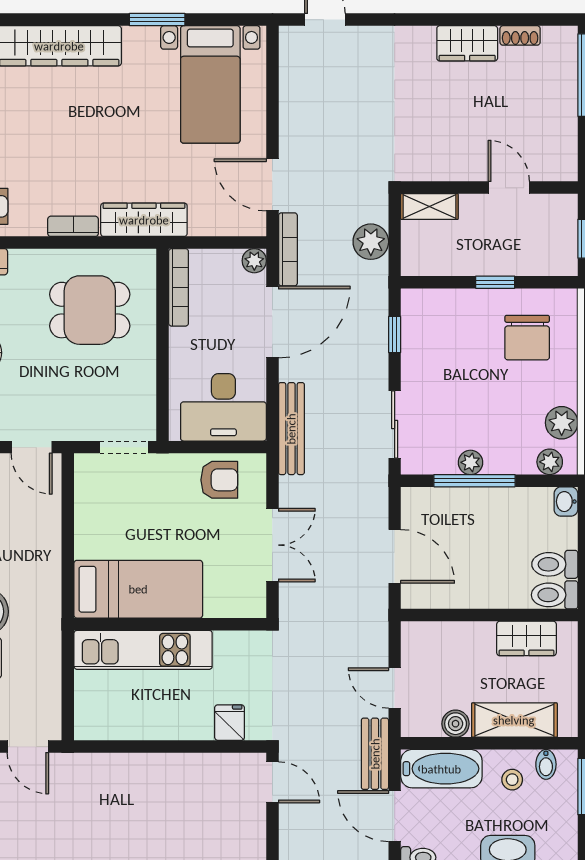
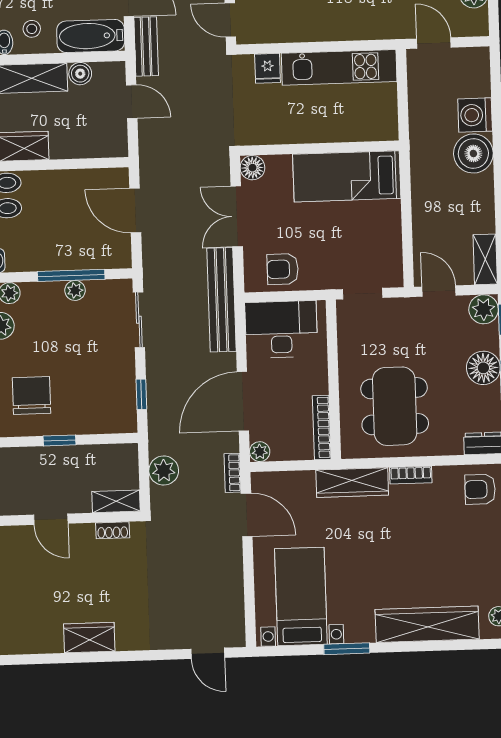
shoe rack: (520, 35) -> (113, 530), moved, turned 180
bookcase: (288, 249) -> (232, 473), width x0.64
dining table: (90, 310) -> (395, 406), width x1.38
bench: (291, 429) -> (222, 300), width x1.37, depth x1.21
floor lamp: (252, 603) -> (252, 168), added
kitchen unit: (143, 650) -> (339, 67), moved, turned 180

